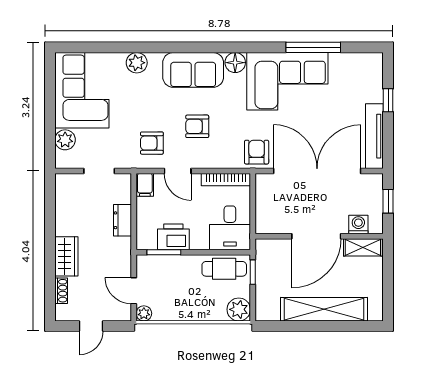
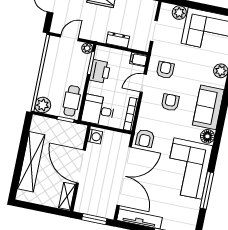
armchair: (257, 152) -> (145, 138), turned 90
window: (388, 201) -> (94, 219), width x1.50
washing machine: (358, 224) -> (95, 137), moved
plant: (144, 313) -> (87, 48), moved

